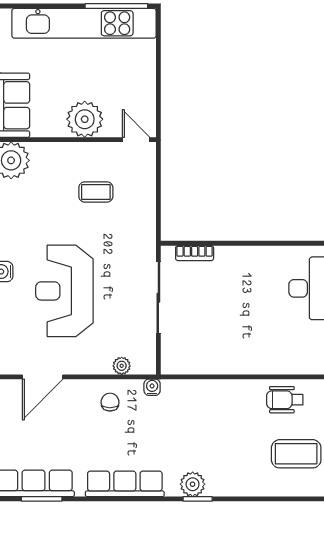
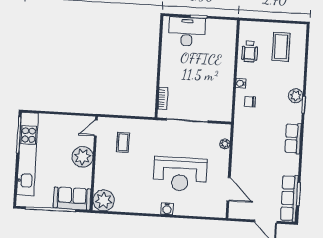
coffee table: (96, 192) -> (123, 142), moved
water cooler: (152, 387) -> (241, 83), moved
chair: (110, 402) -> (250, 102), moved
row of seats: (125, 484) -> (293, 139), width x0.68
plant: (193, 484) -> (296, 96), moved

